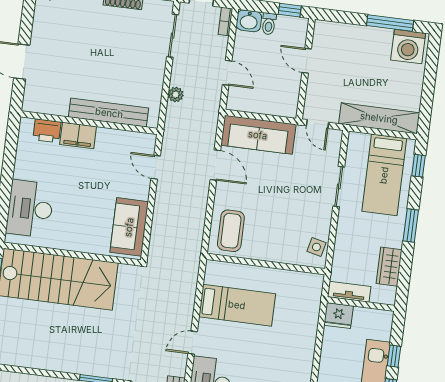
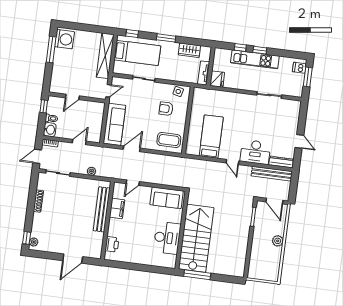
filing cabinet: (78, 136) -> (117, 208), moved
desk: (30, 209) -> (167, 238), moved, turned -90
armchair: (286, 226) -> (166, 109), added

